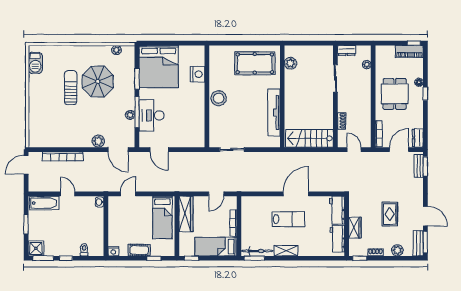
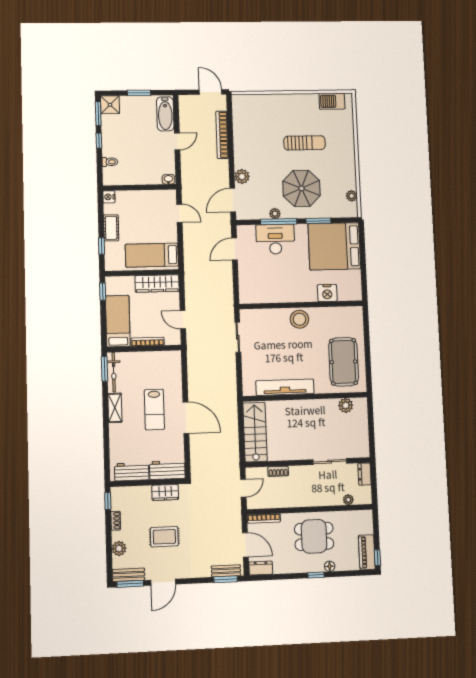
parasol: (98, 81) -> (302, 188), moved
wardrobe: (355, 228) -> (165, 492), moved

